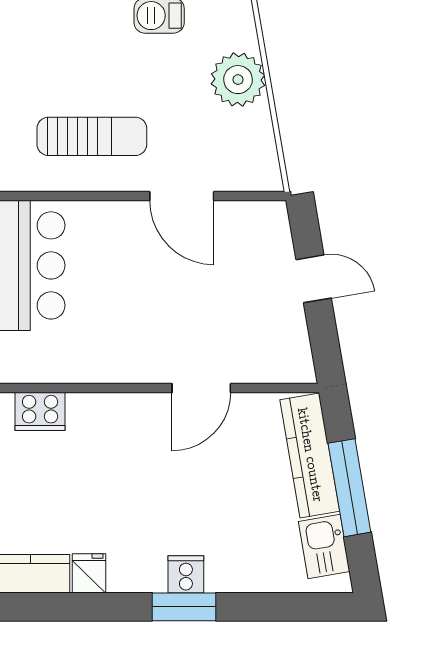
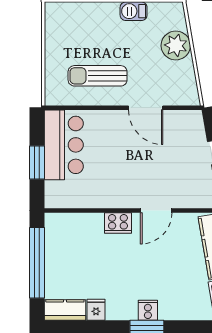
sun lounger: (92, 136) -> (98, 76), turned 180
cooker: (40, 411) -> (118, 223), moved

